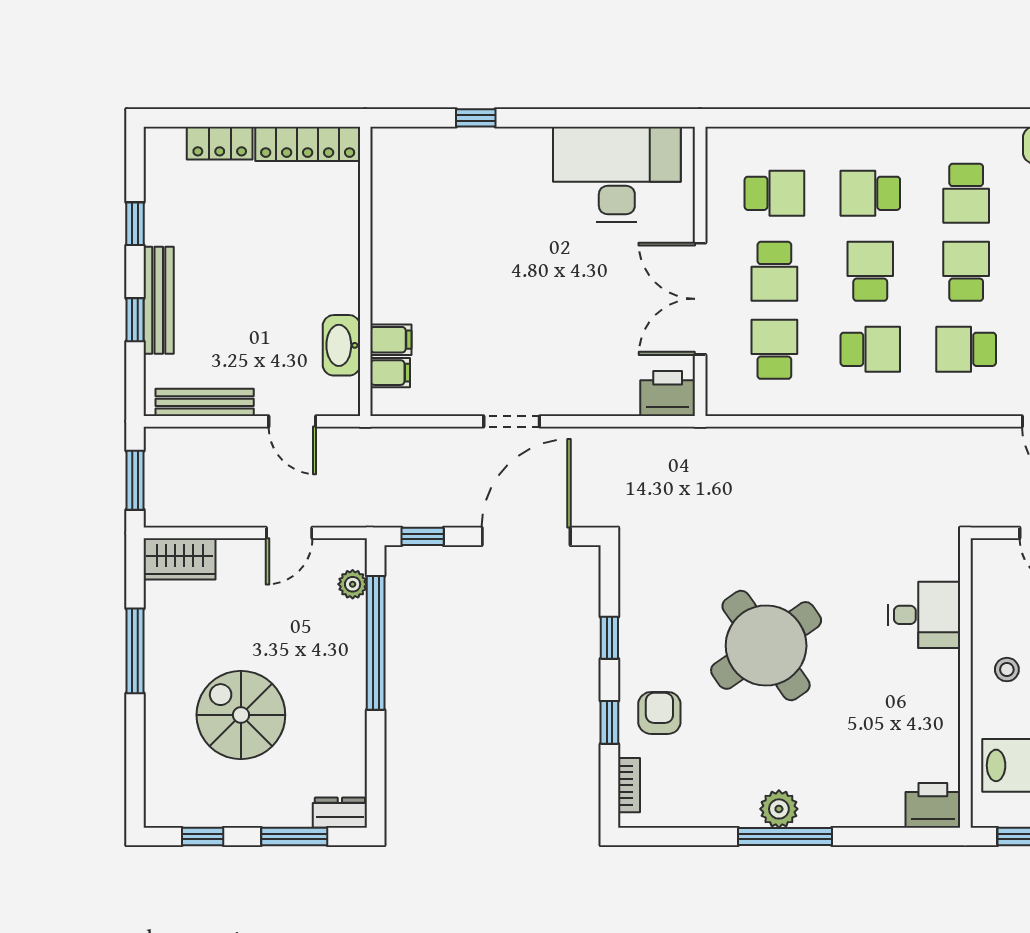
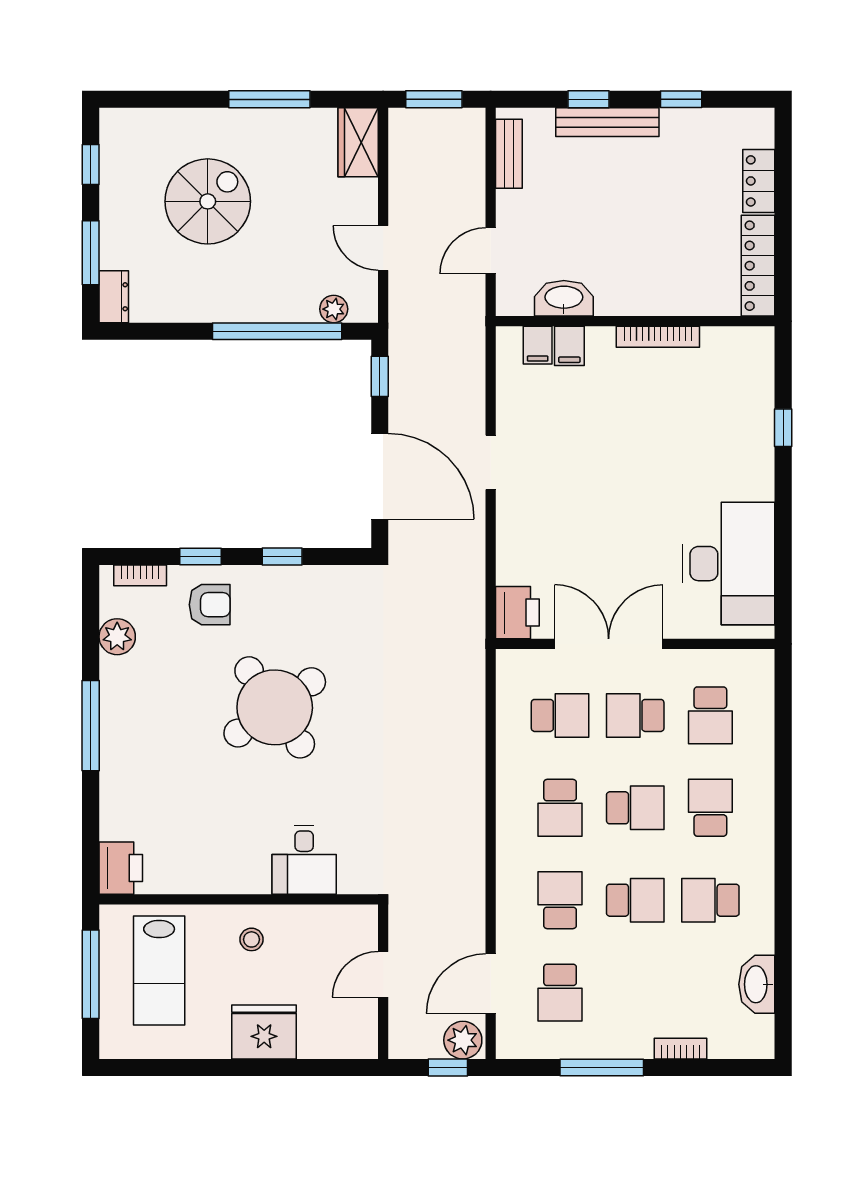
bookcase: (381, 248) -> (658, 337), added
bench: (205, 402) -> (509, 154), width x0.73
plant: (779, 809) -> (117, 637), moved

